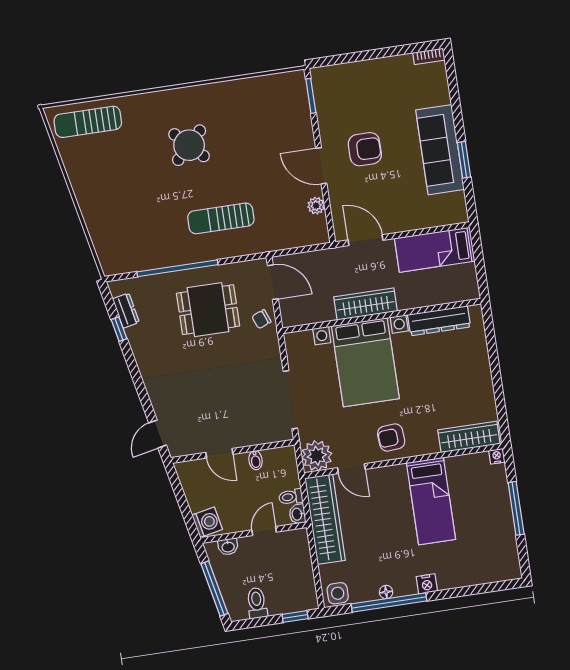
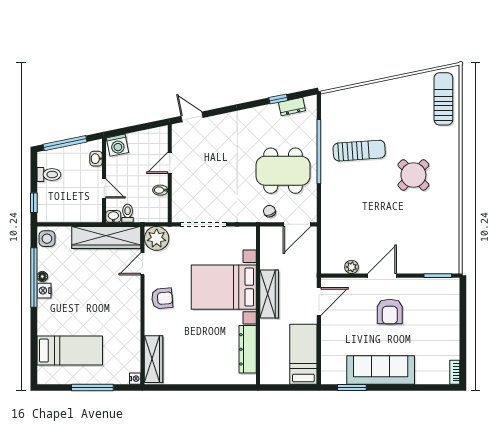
window: (464, 160) -> (352, 388), moved
sun lounger: (221, 218) -> (359, 151), moved, turned 86
dining table: (208, 310) -> (283, 171), width x1.38
armchair: (391, 438) -> (162, 298), turned 89
bed: (431, 501) -> (70, 351), moved, turned 180
nightstand: (427, 584) -> (44, 291), moved

